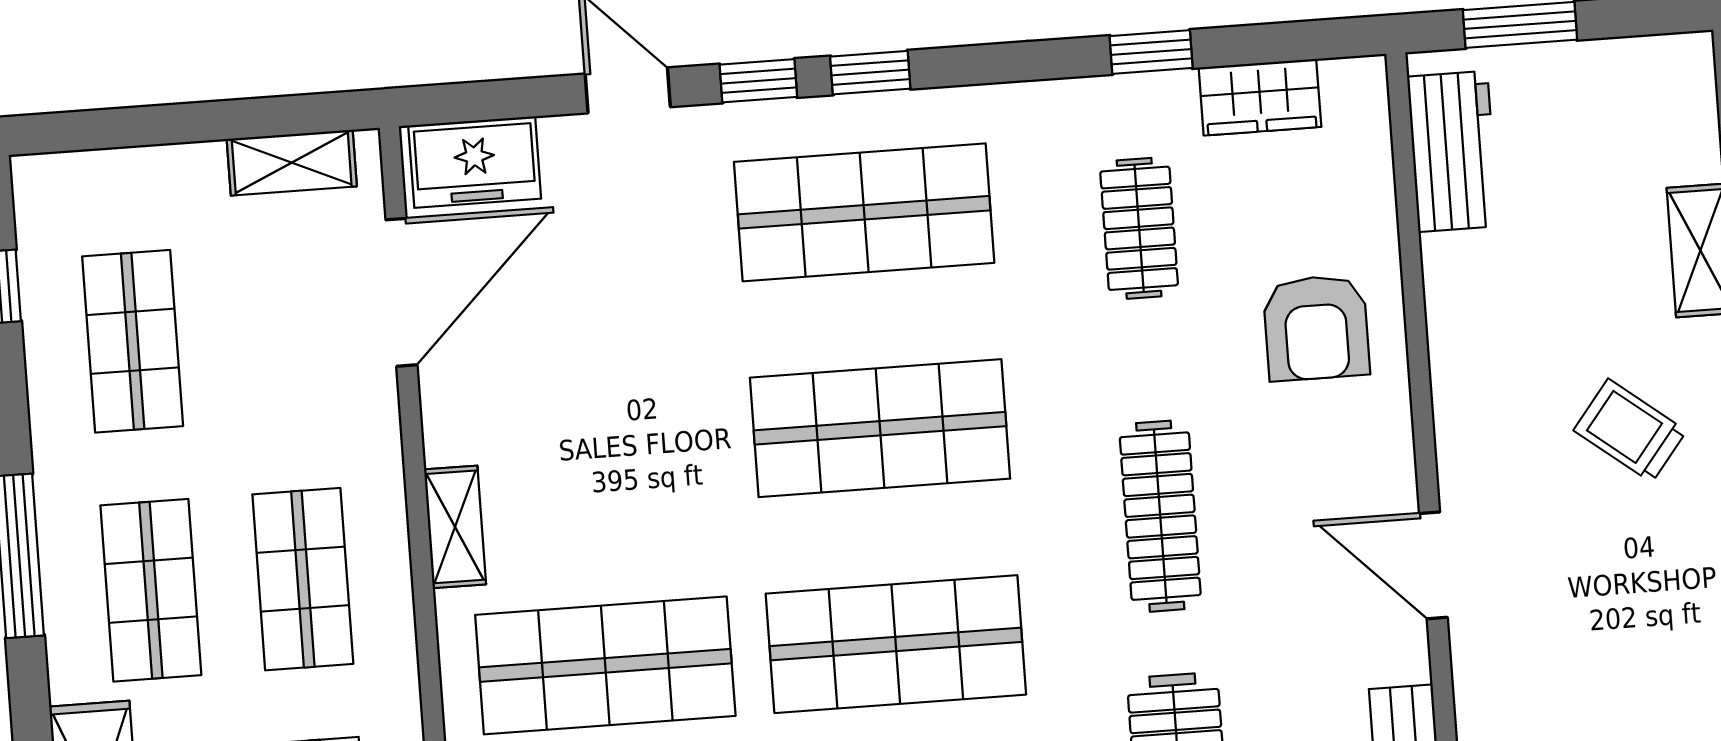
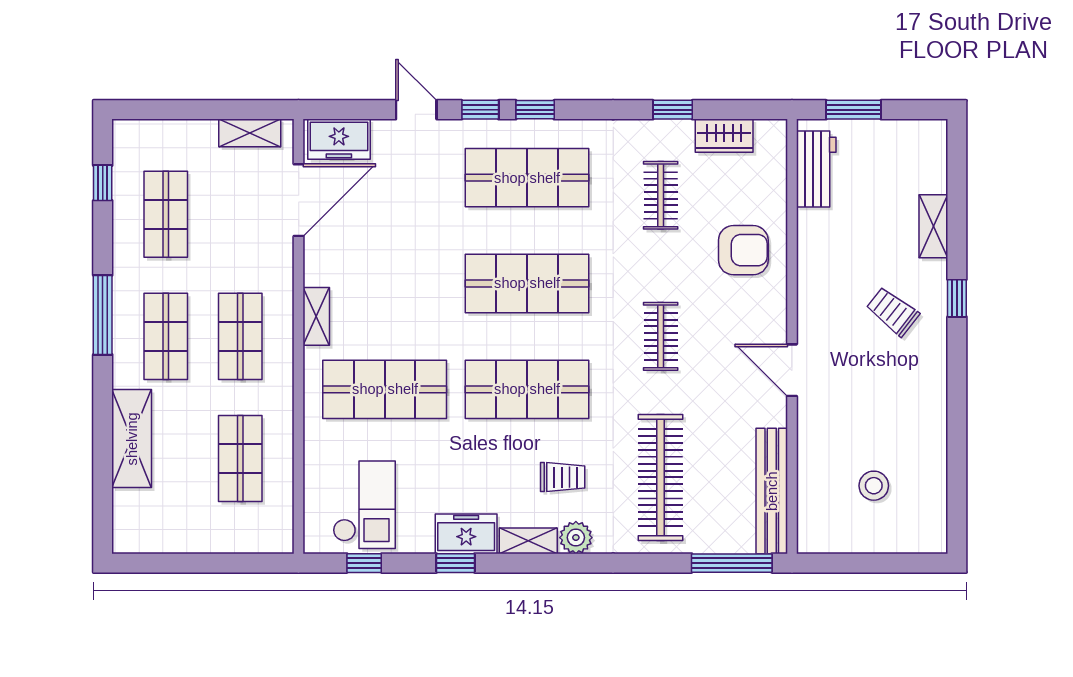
armchair: (1316, 328) -> (743, 250), turned -90
clothes rail: (1160, 516) -> (661, 336), width x0.73

